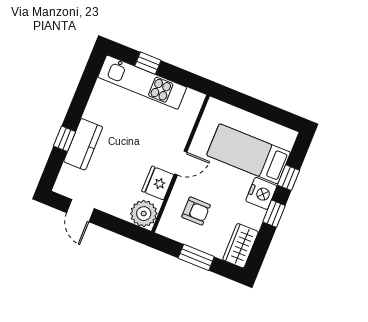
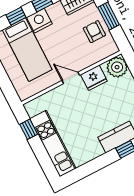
window: (148, 63) -> (29, 129), moved
armchair: (196, 211) -> (94, 32), moved

